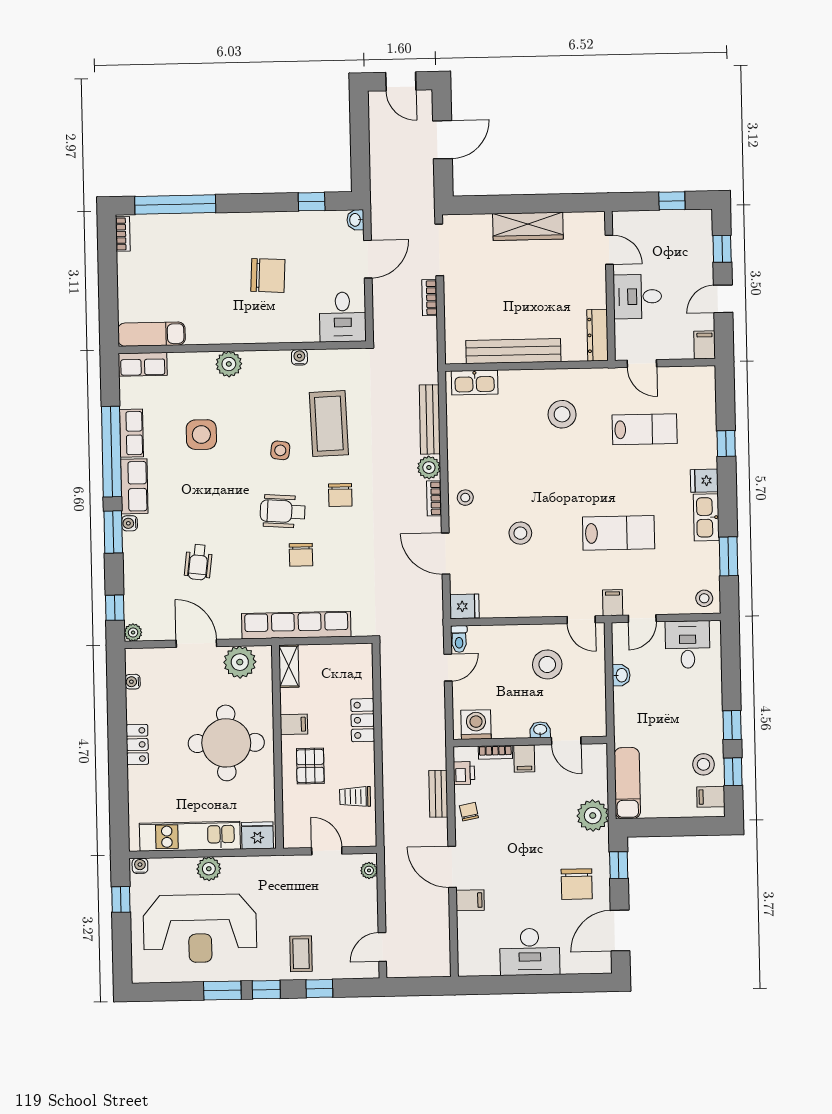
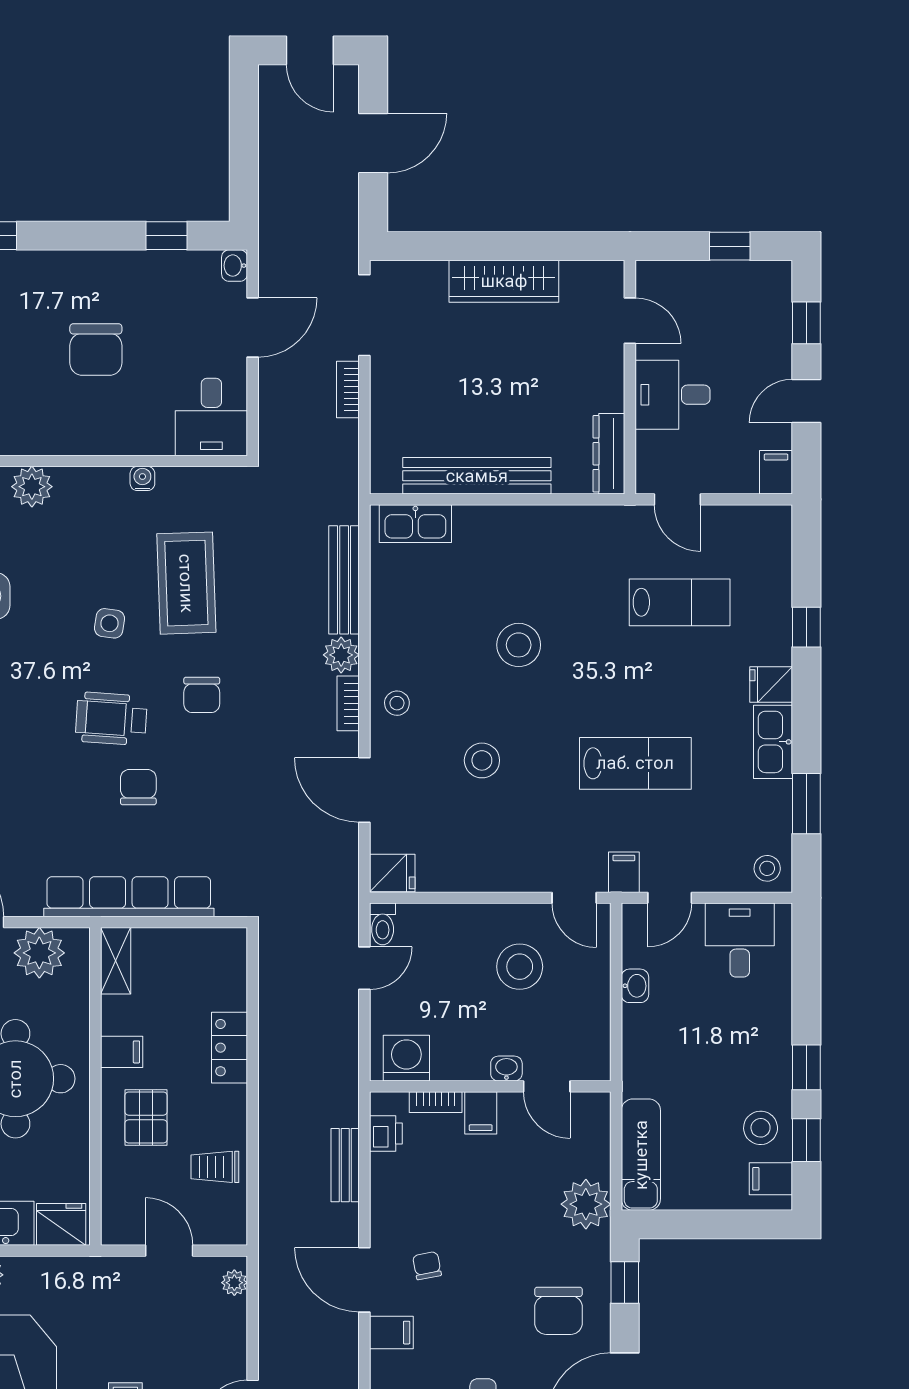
chair: (268, 275) -> (96, 350), turned 87
stool: (562, 414) -> (519, 645), moved
chair: (301, 555) -> (138, 787), turned 180
chair: (469, 812) -> (427, 1266), moved

